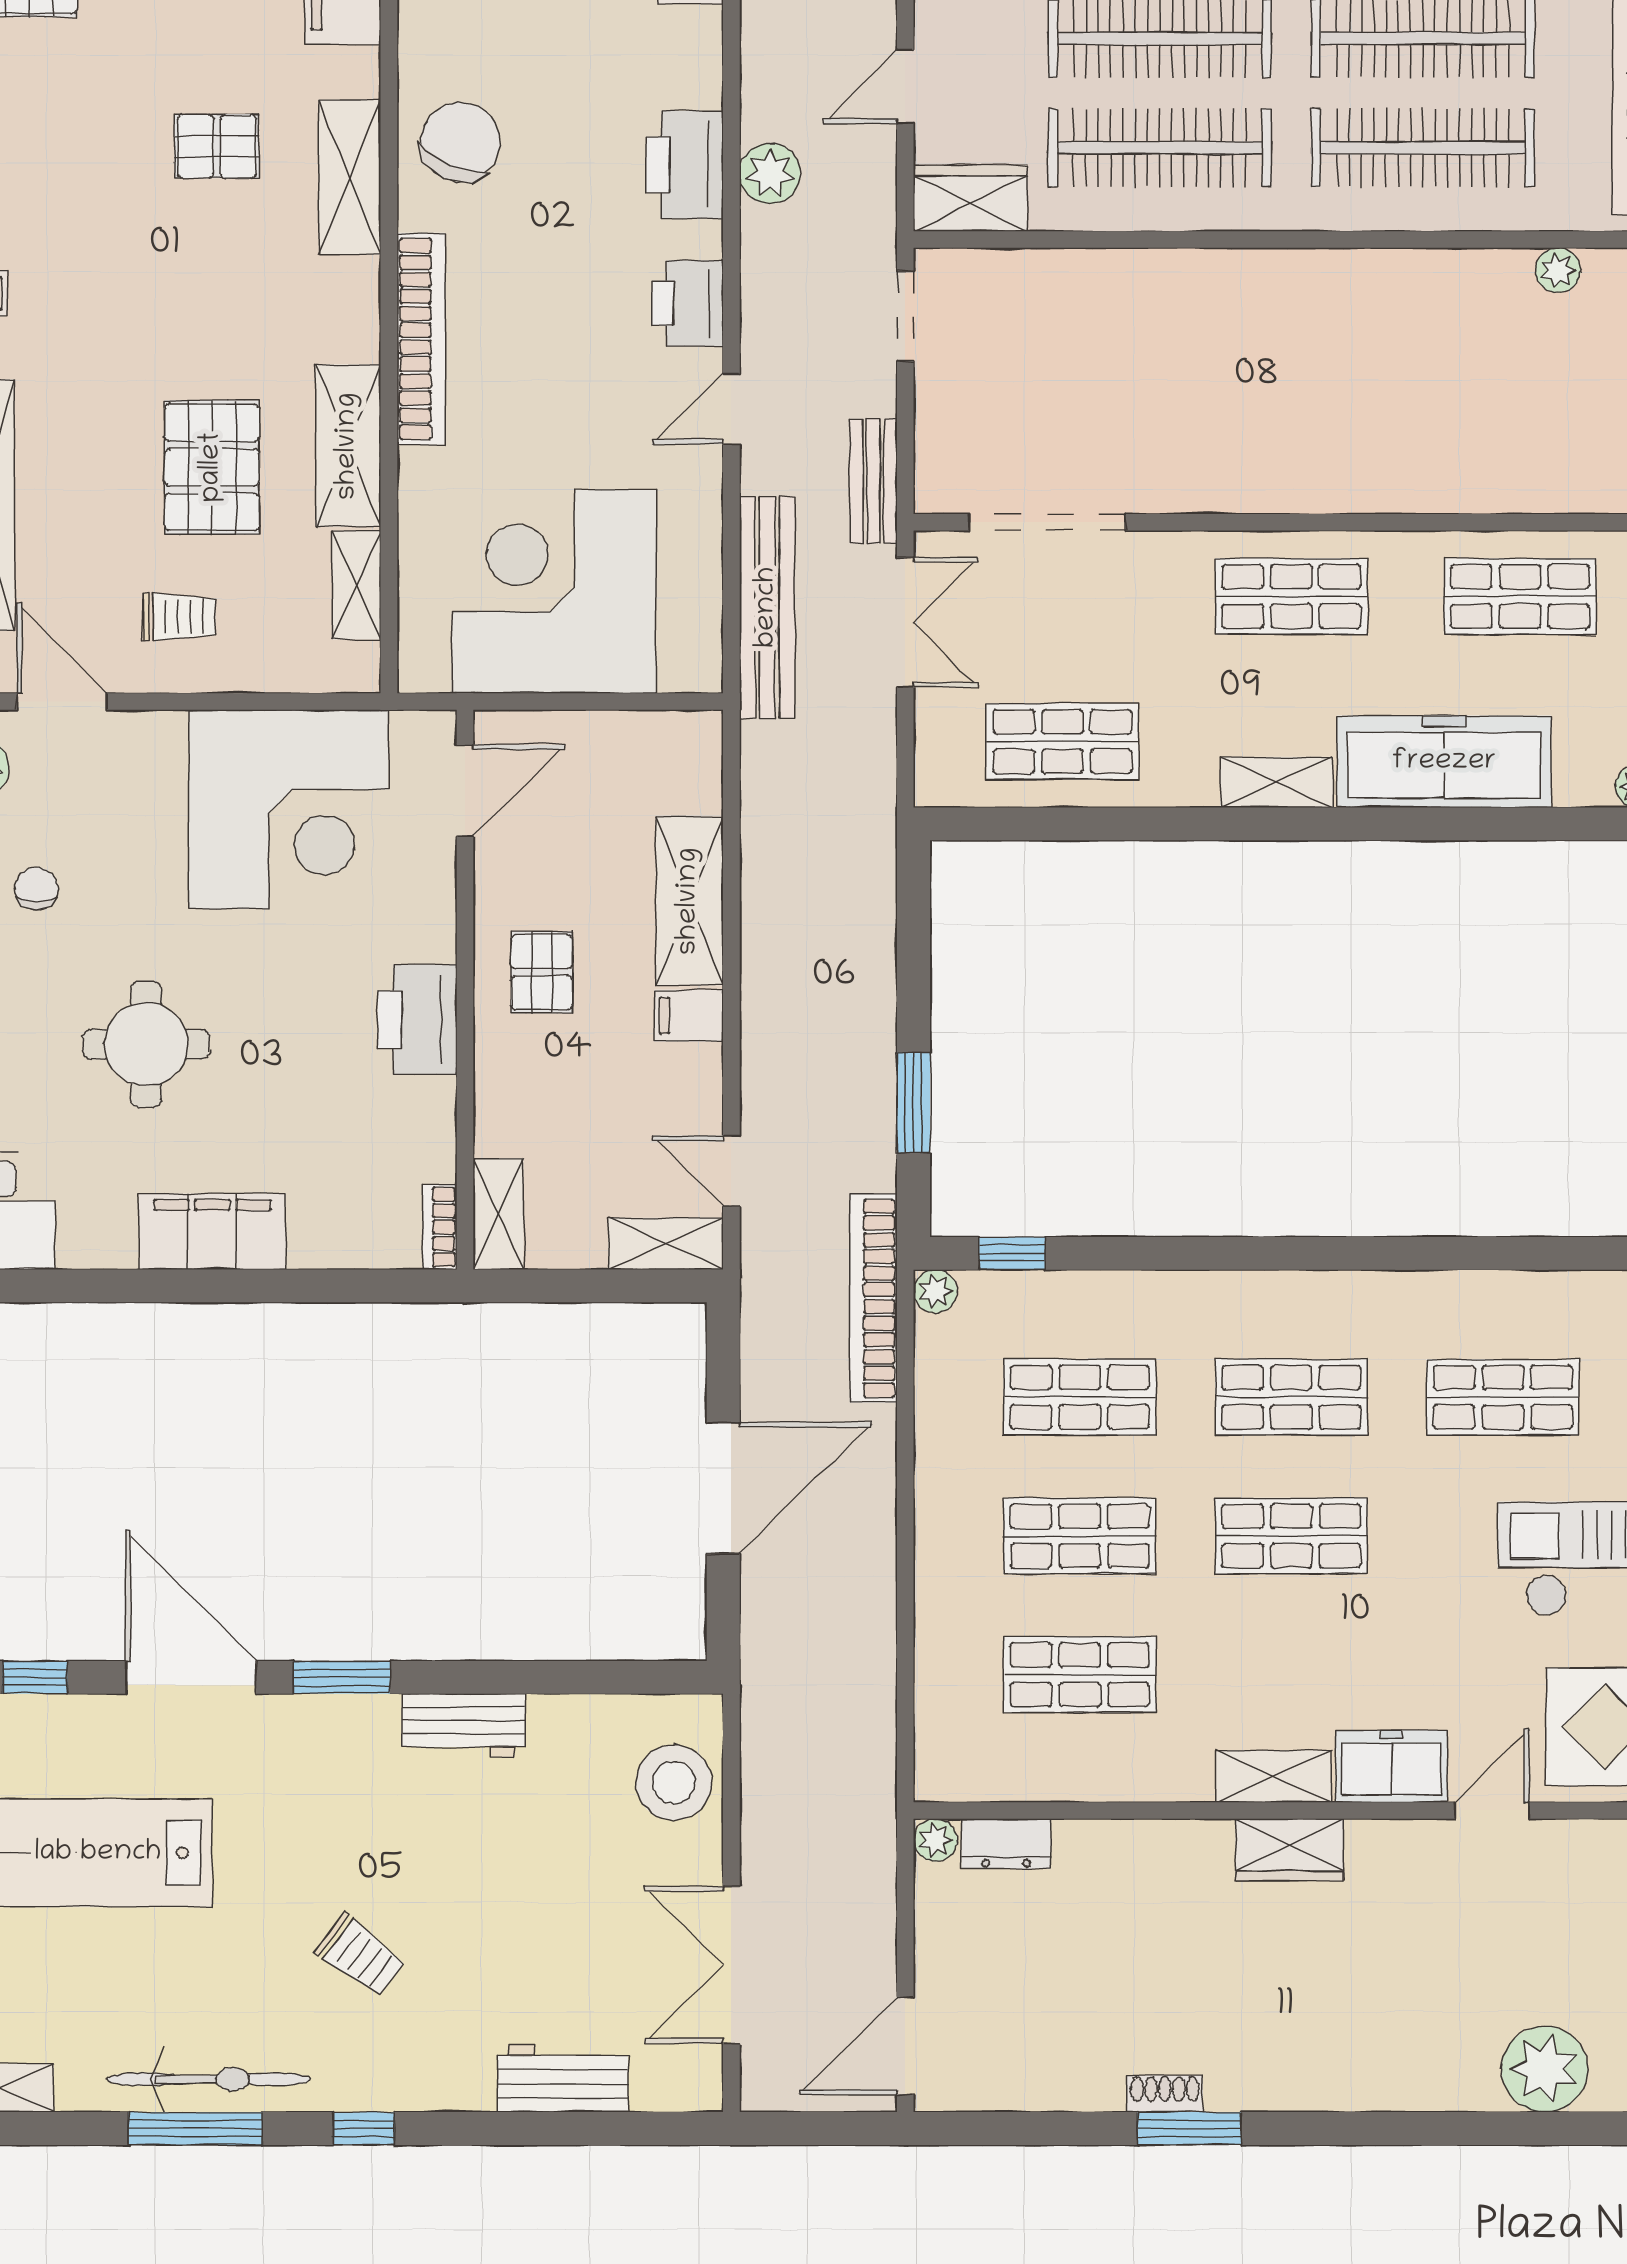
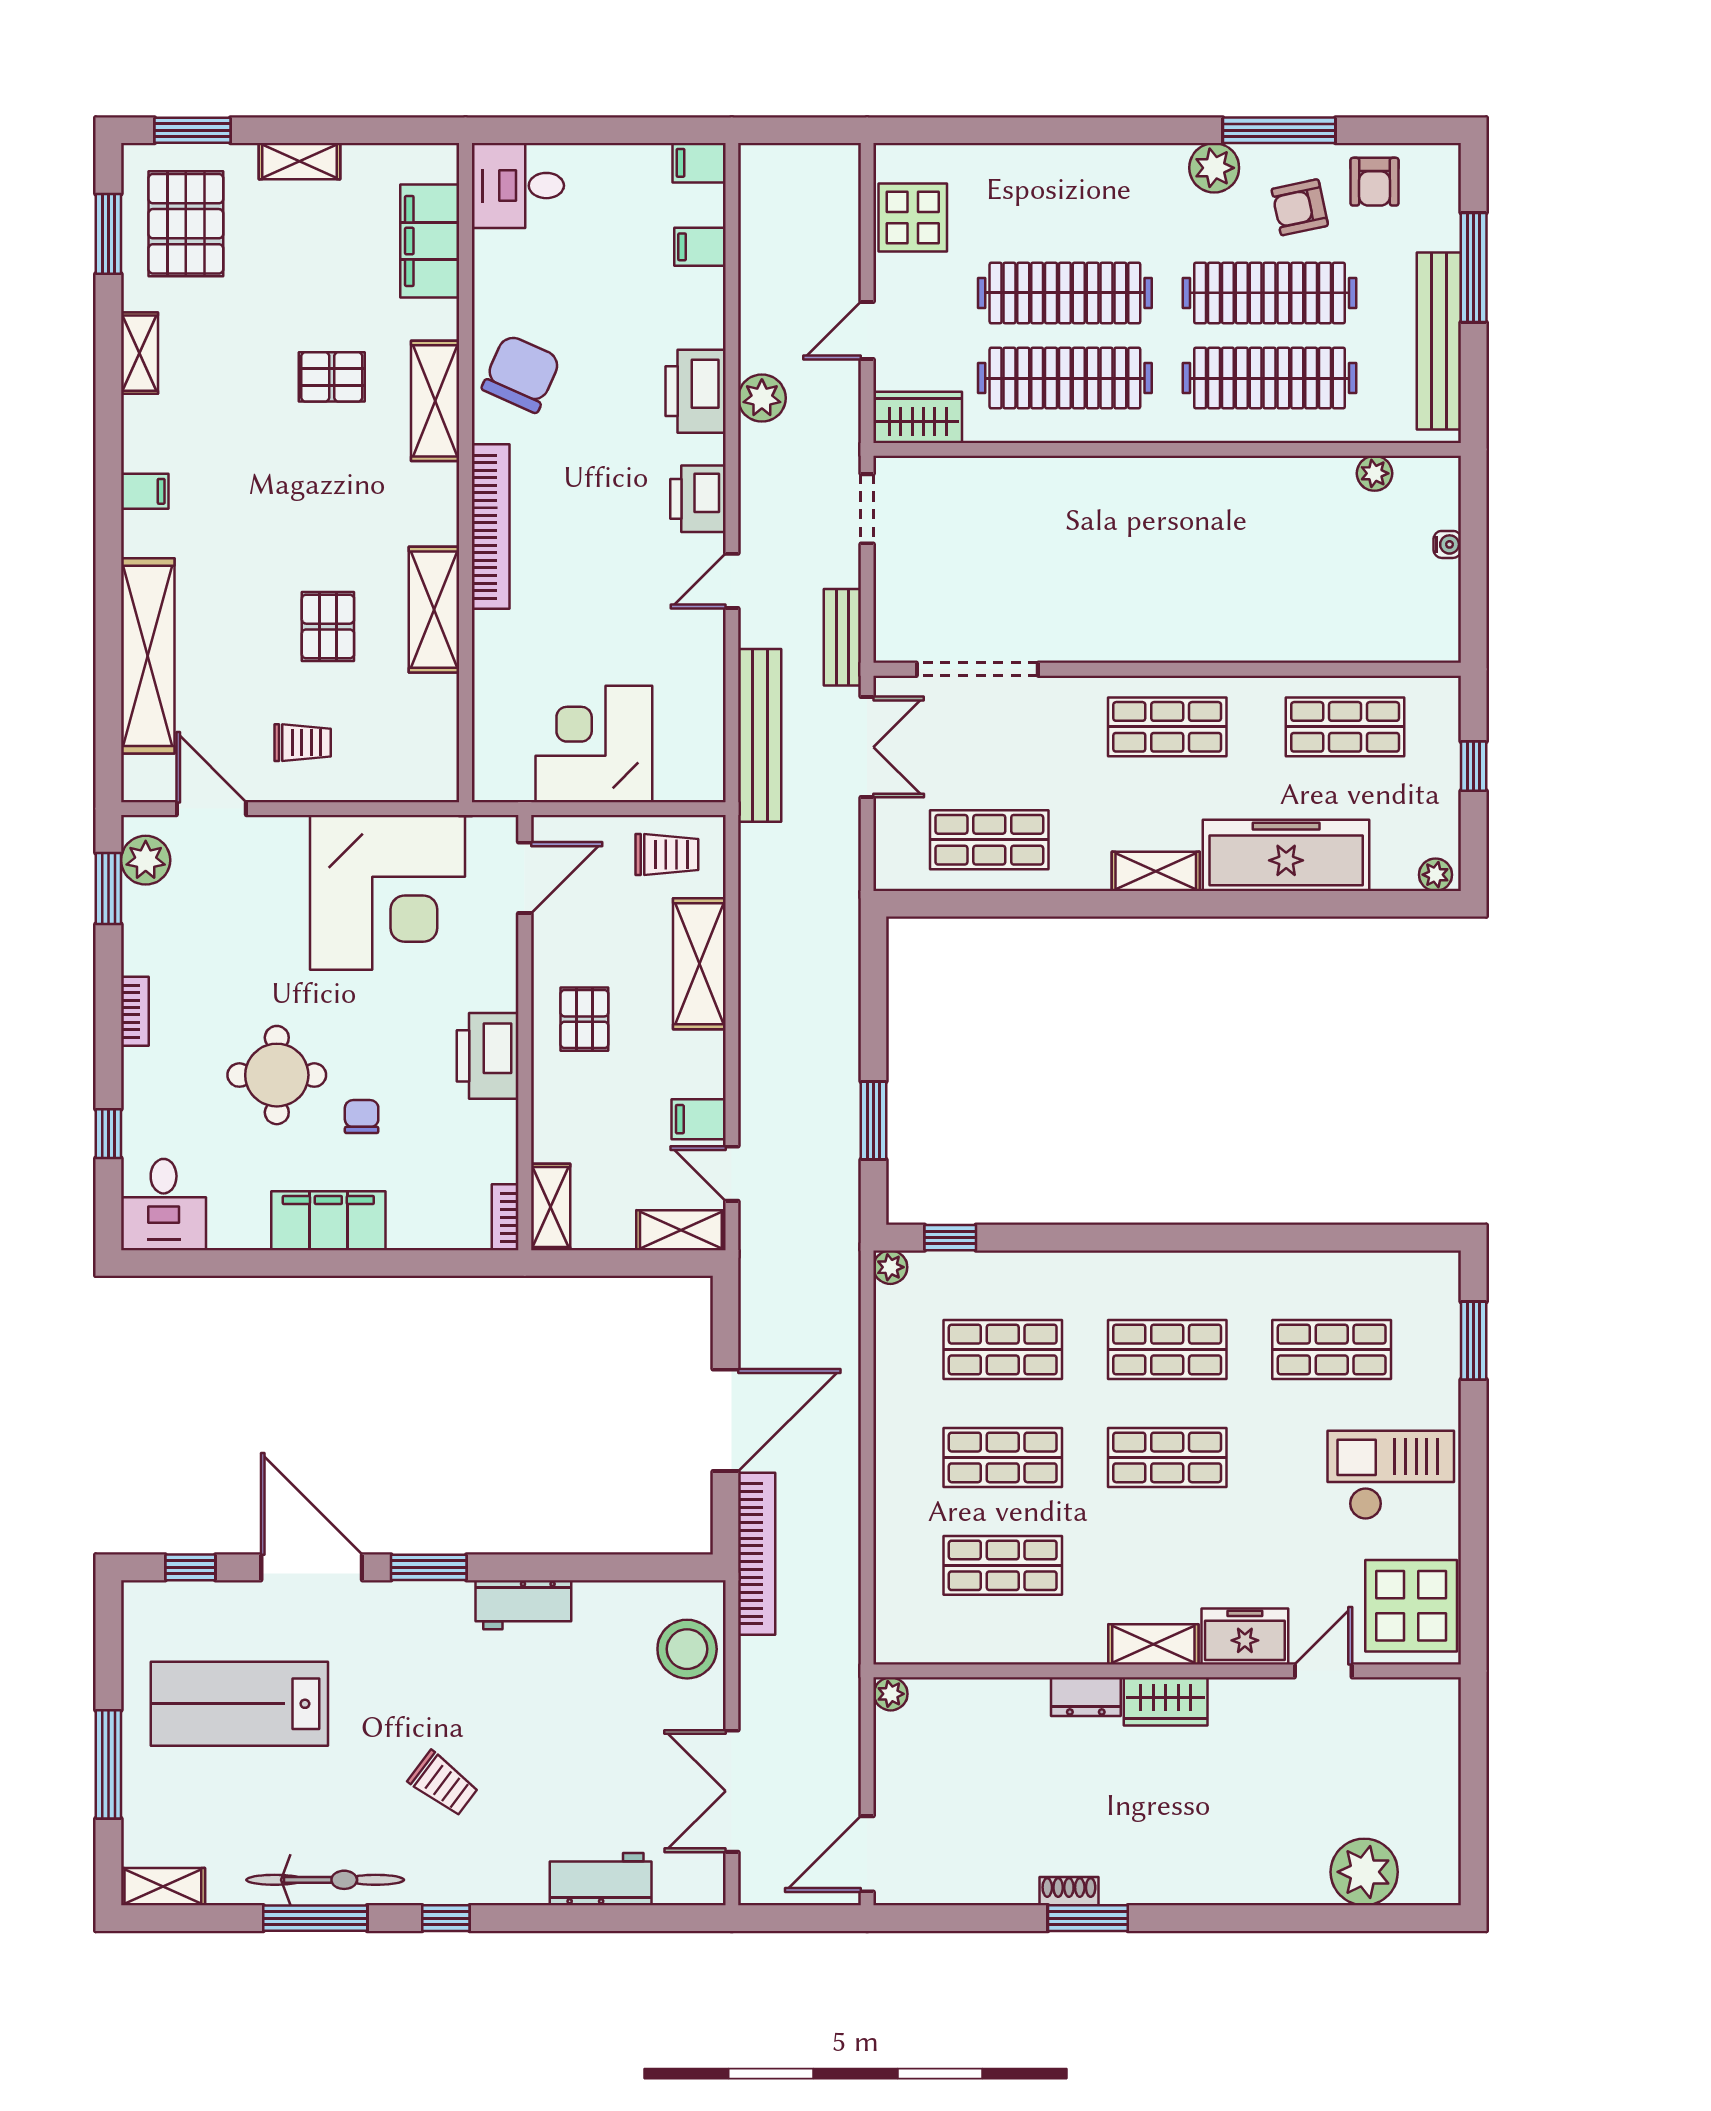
pallet: (212, 467) -> (328, 627), width x0.67, depth x0.71
shelving: (356, 585) -> (440, 718), removed
corner desk: (554, 591) -> (594, 744), width x0.74, depth x0.74
trolley: (648, 761) -> (667, 855), added
chair: (36, 889) -> (362, 1117), moved
filing cabinet: (689, 1016) -> (699, 1119), moved
bookcase: (873, 1298) -> (757, 1554), moved, turned 180
dresser: (1006, 1844) -> (1086, 1697), moved

